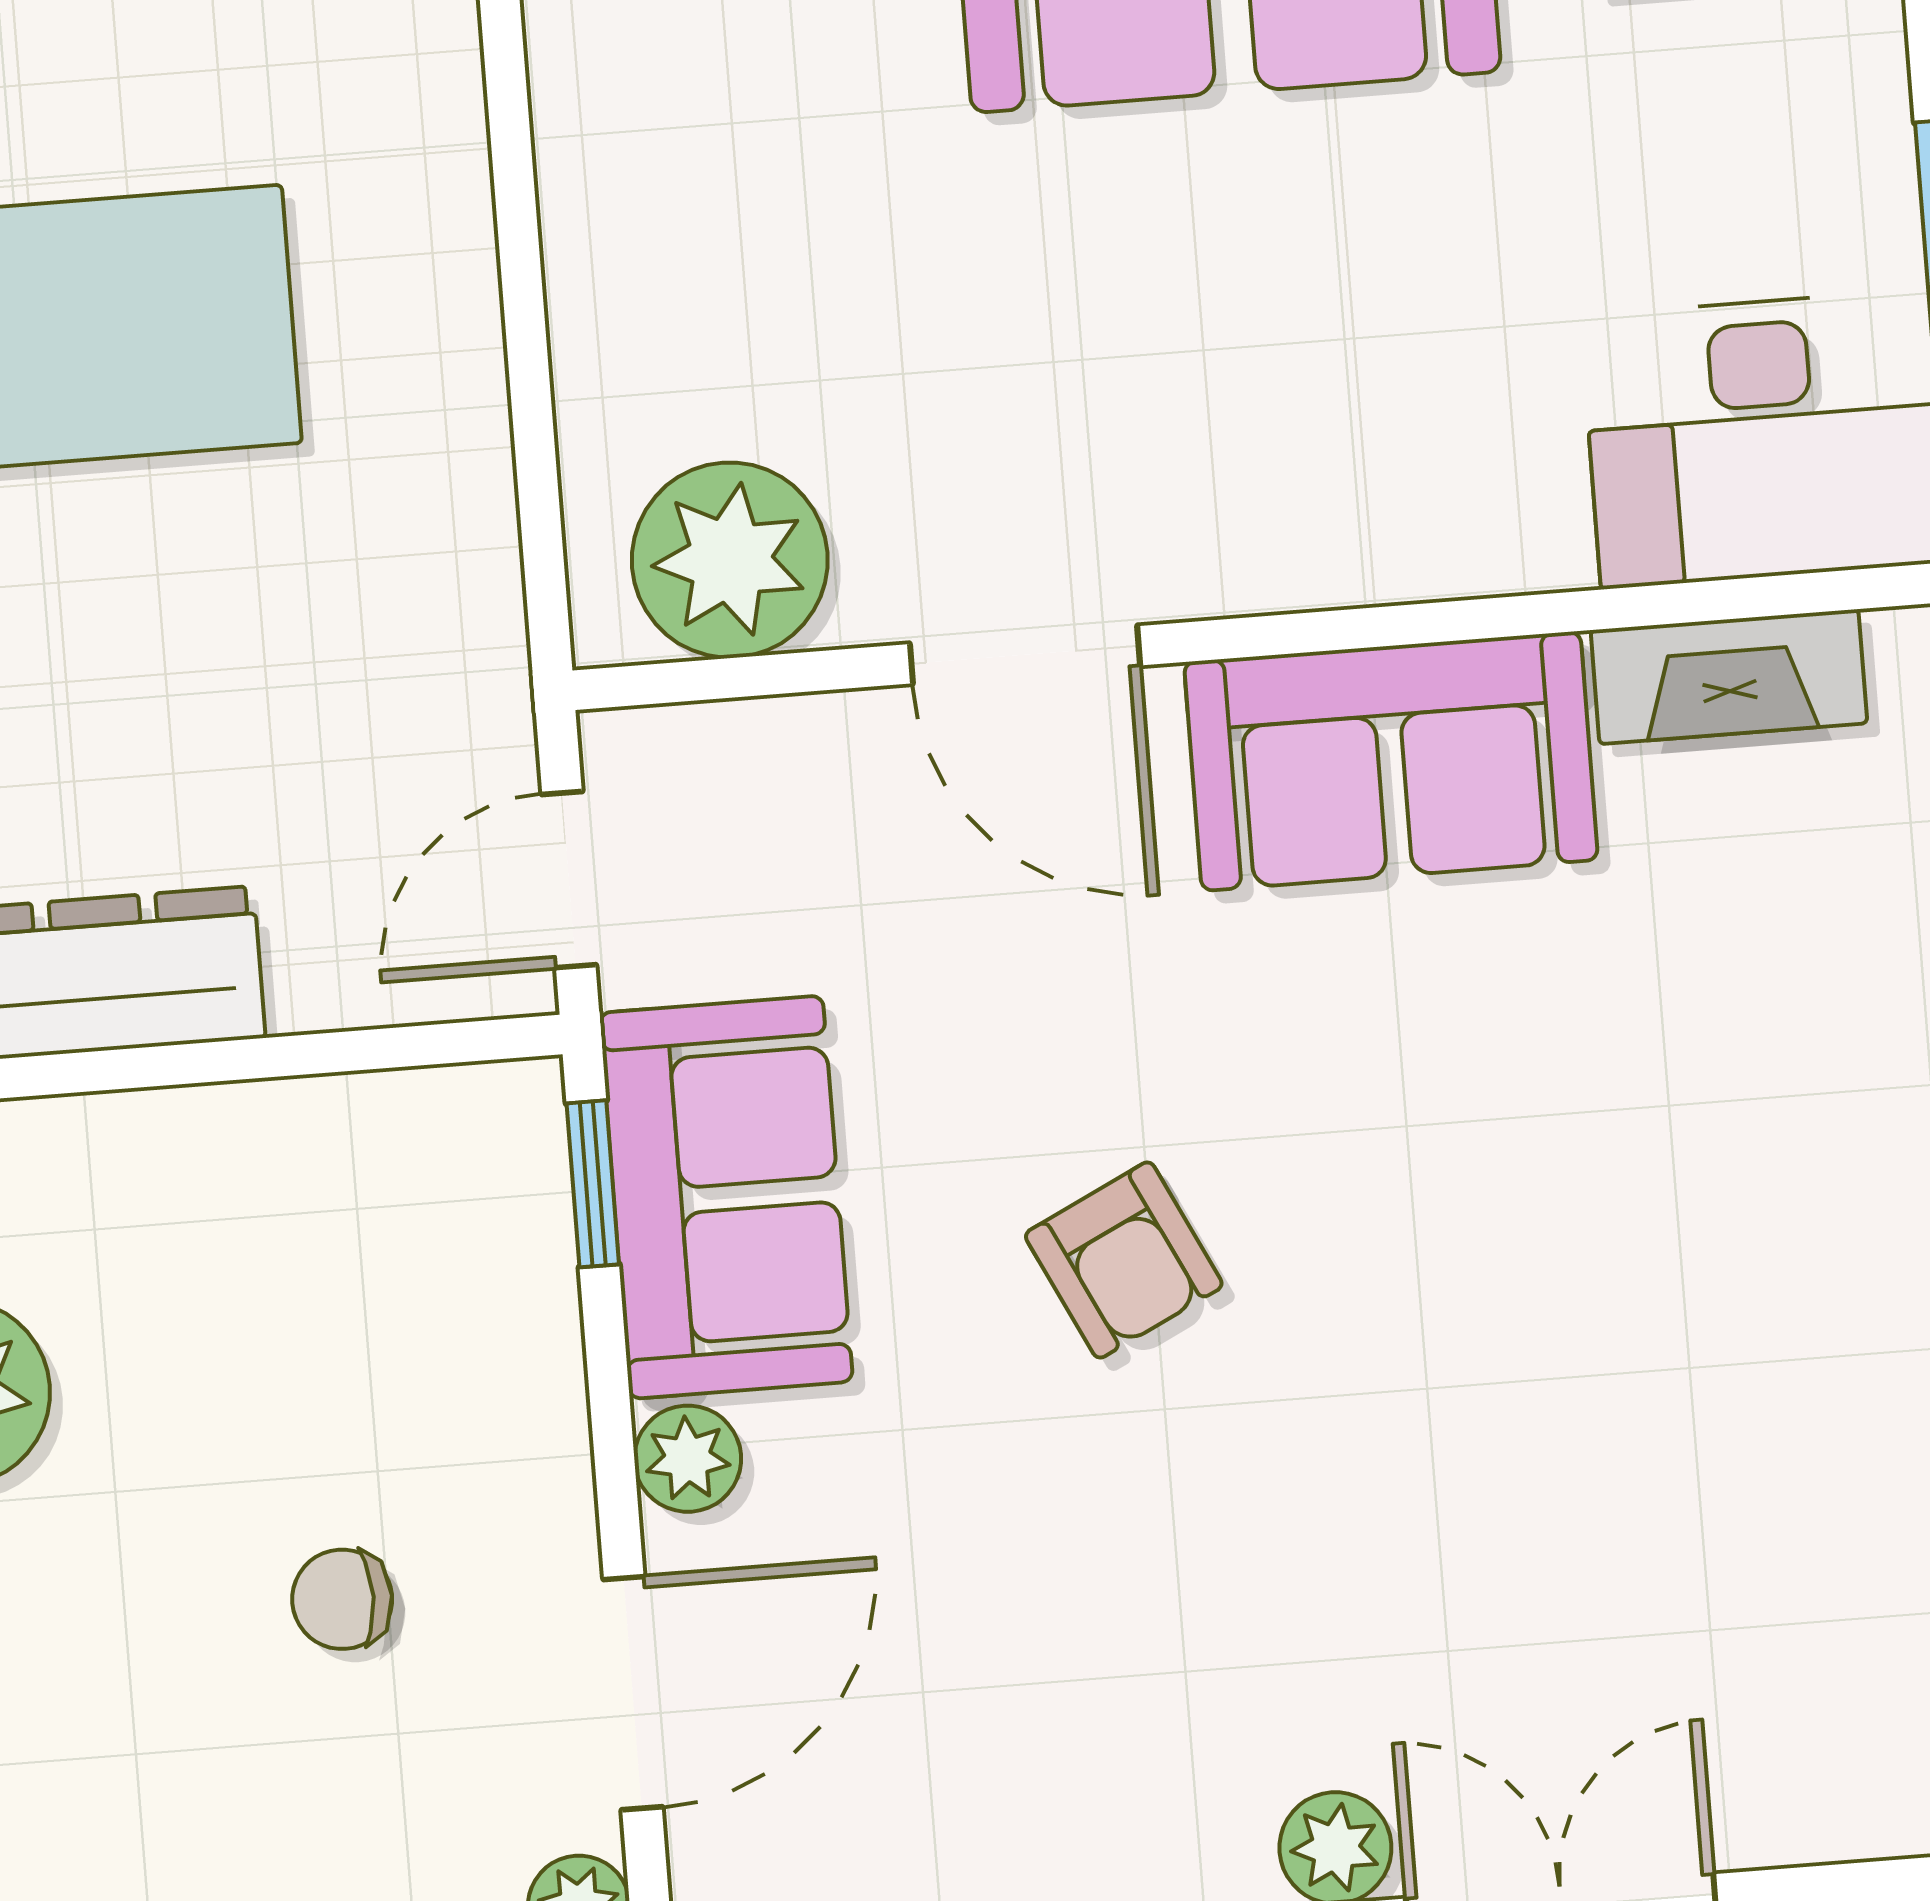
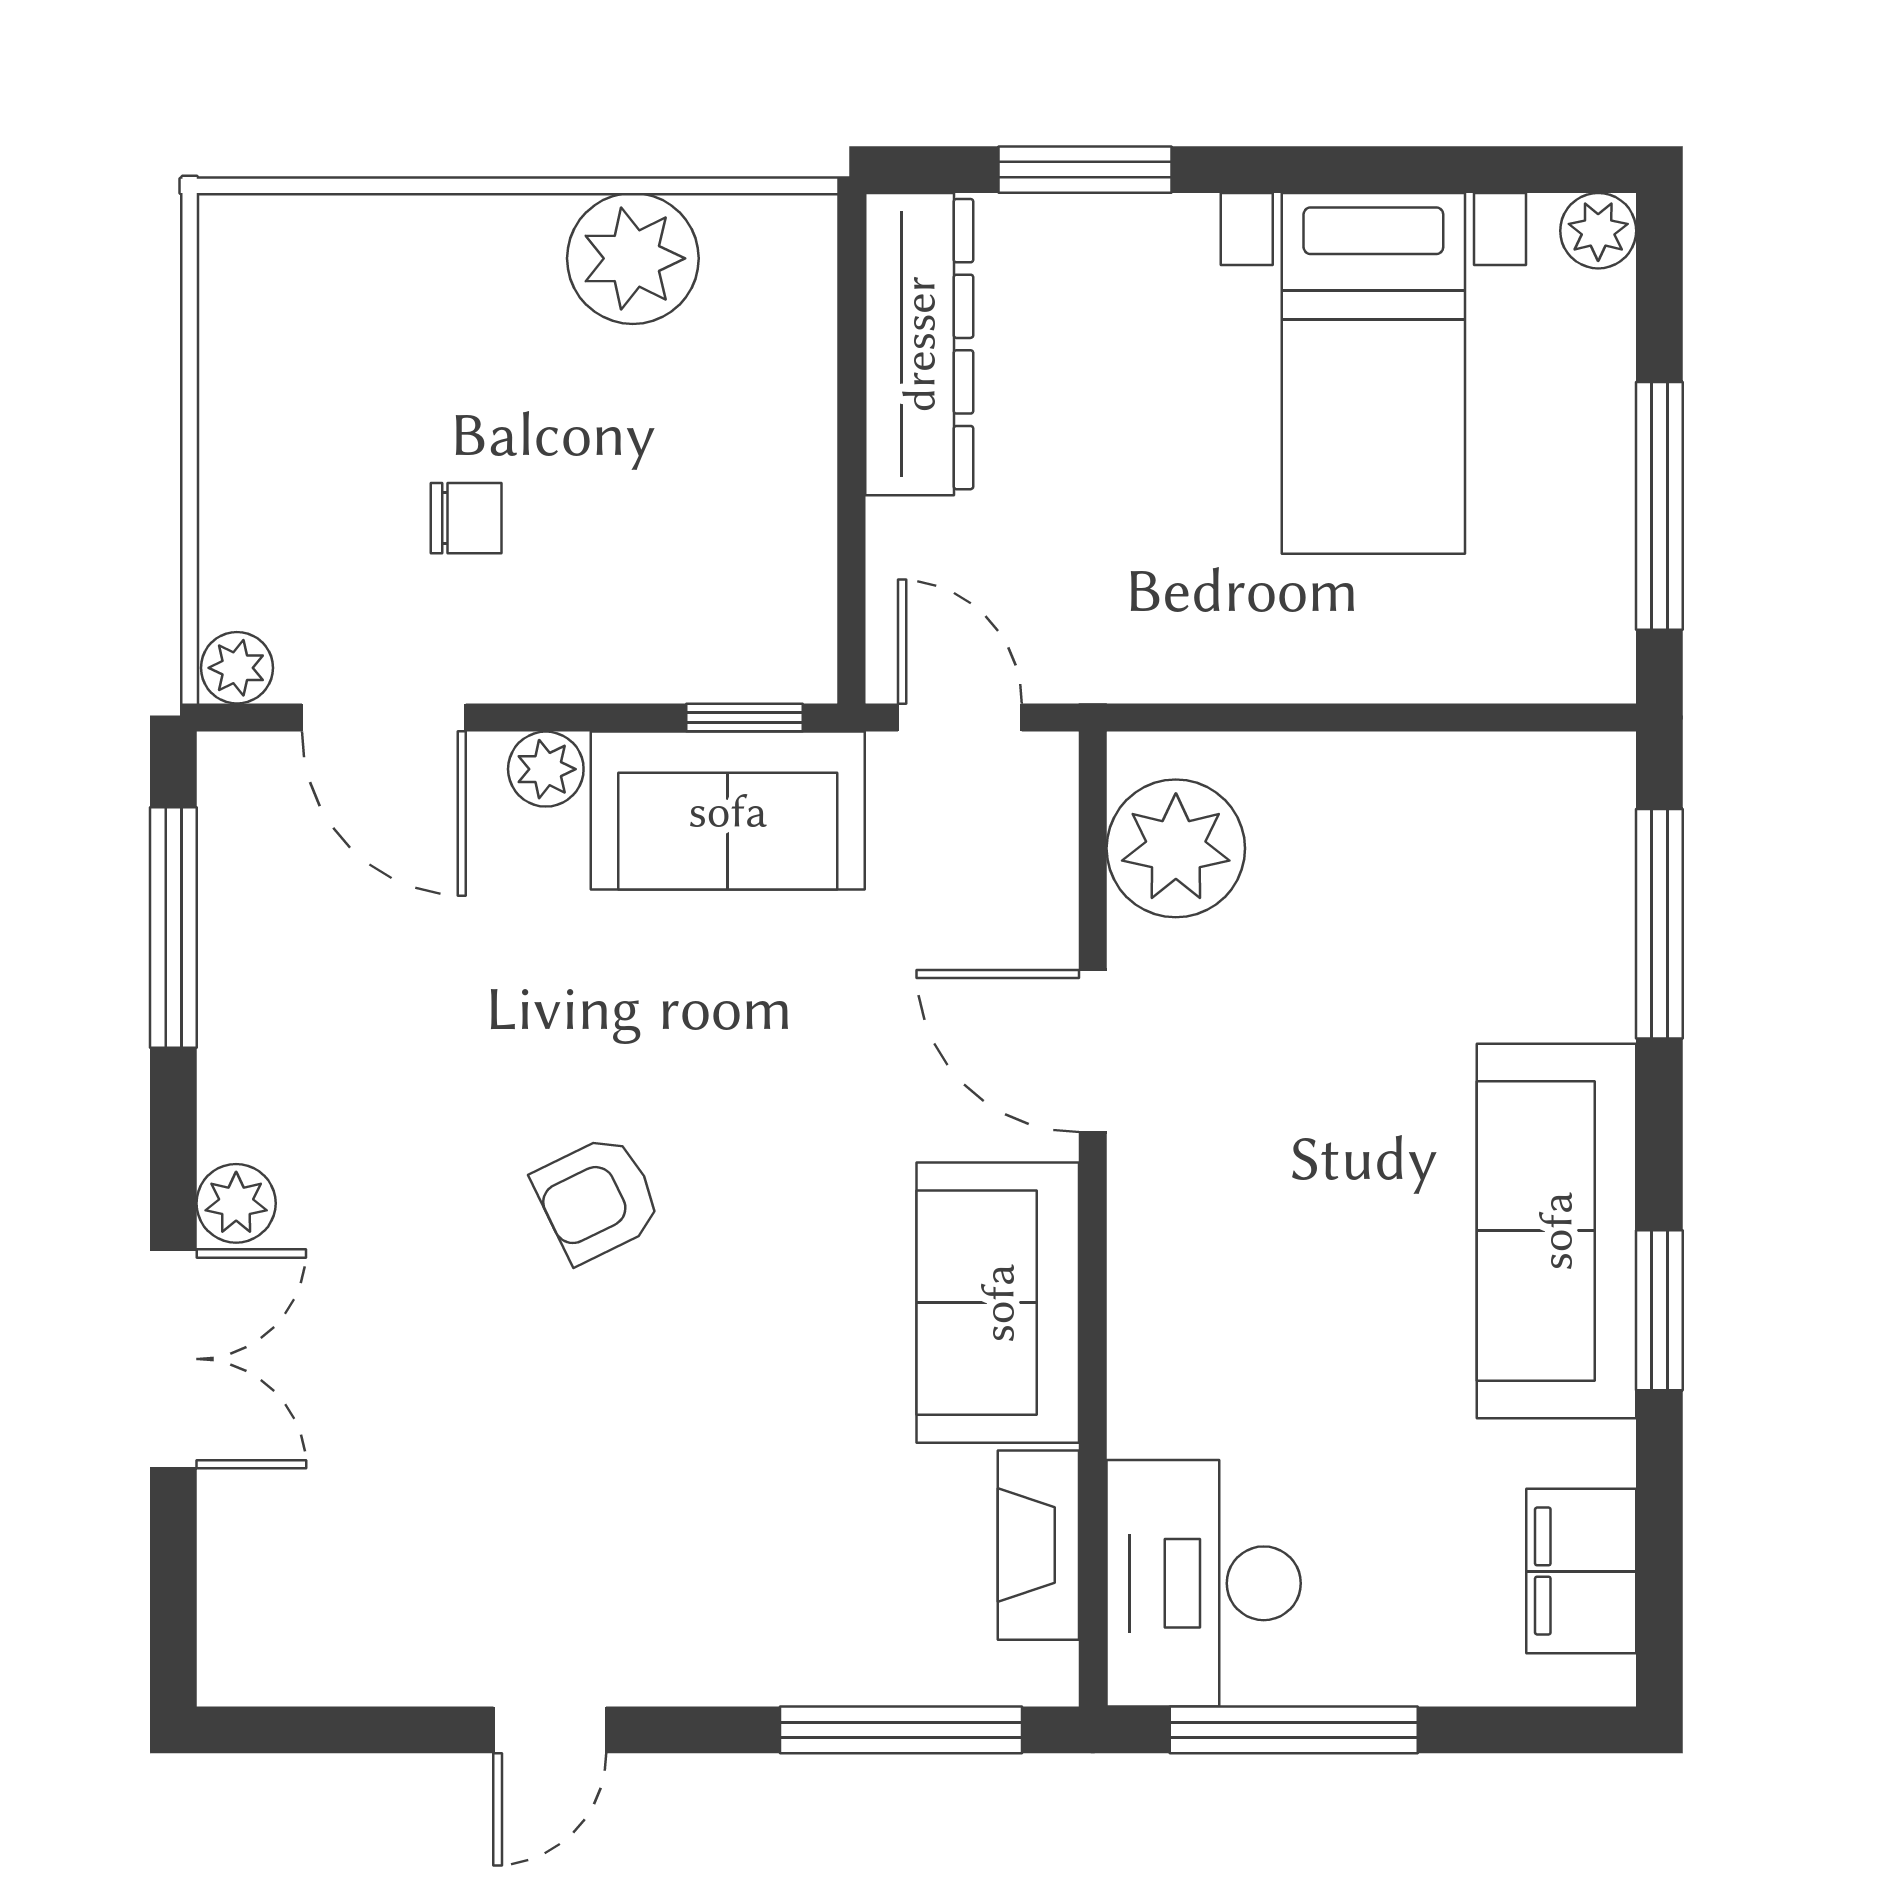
door: (1025, 655) -> (1093, 1051), hinge flipped
armchair: (1124, 1260) -> (597, 1199), moved
chair: (342, 1599) -> (466, 518), turned 90

